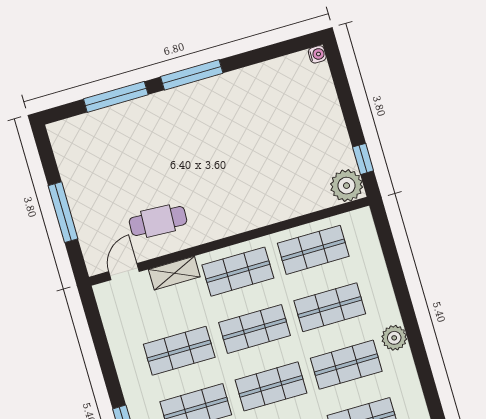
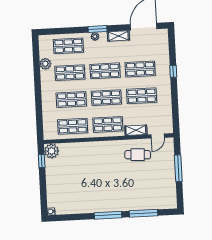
plant: (394, 338) -> (45, 64), moved

